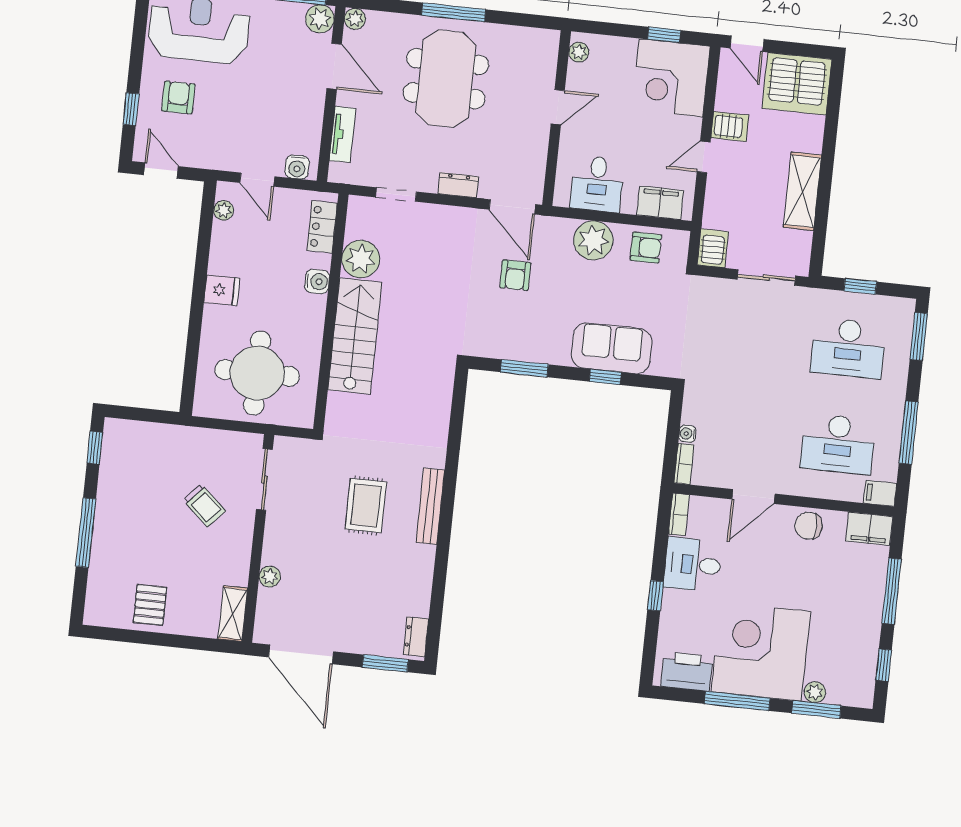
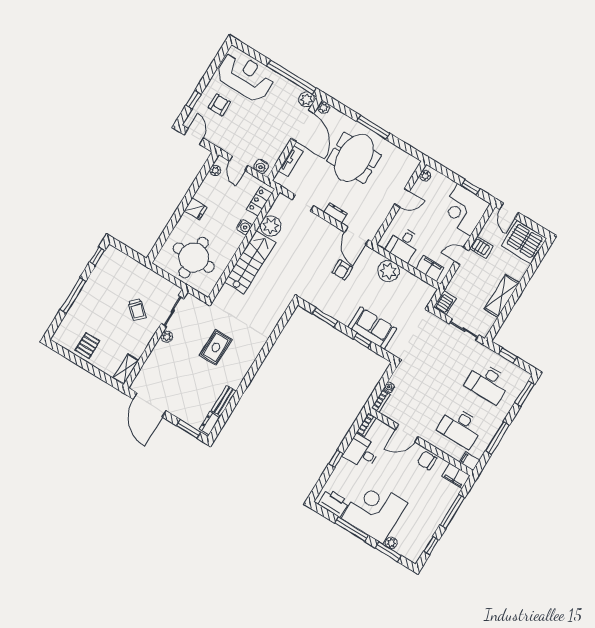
door: (334, 66) -> (302, 126), width x1.36
armchair: (646, 248) -> (412, 287), removed
bench: (430, 506) -> (224, 401), moved, width x0.73
plant: (270, 577) -> (167, 337), moved

